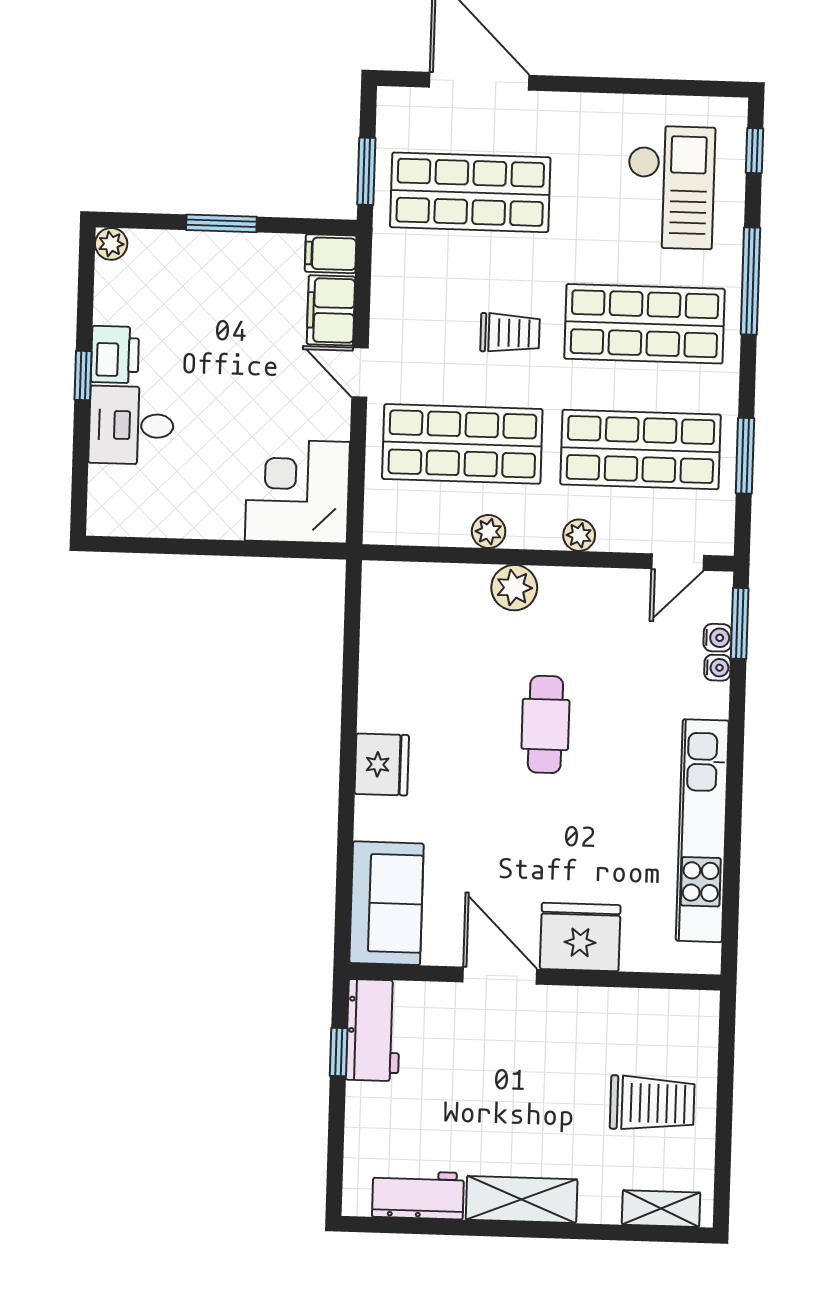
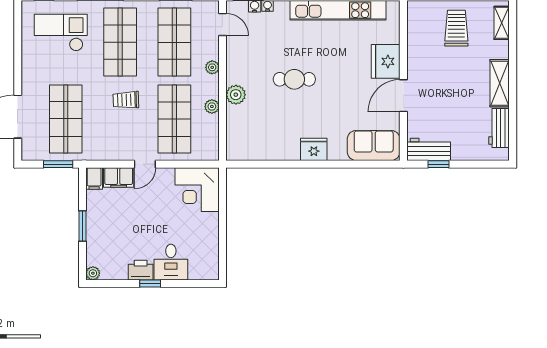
trolley: (510, 333) -> (126, 100), turned -92

